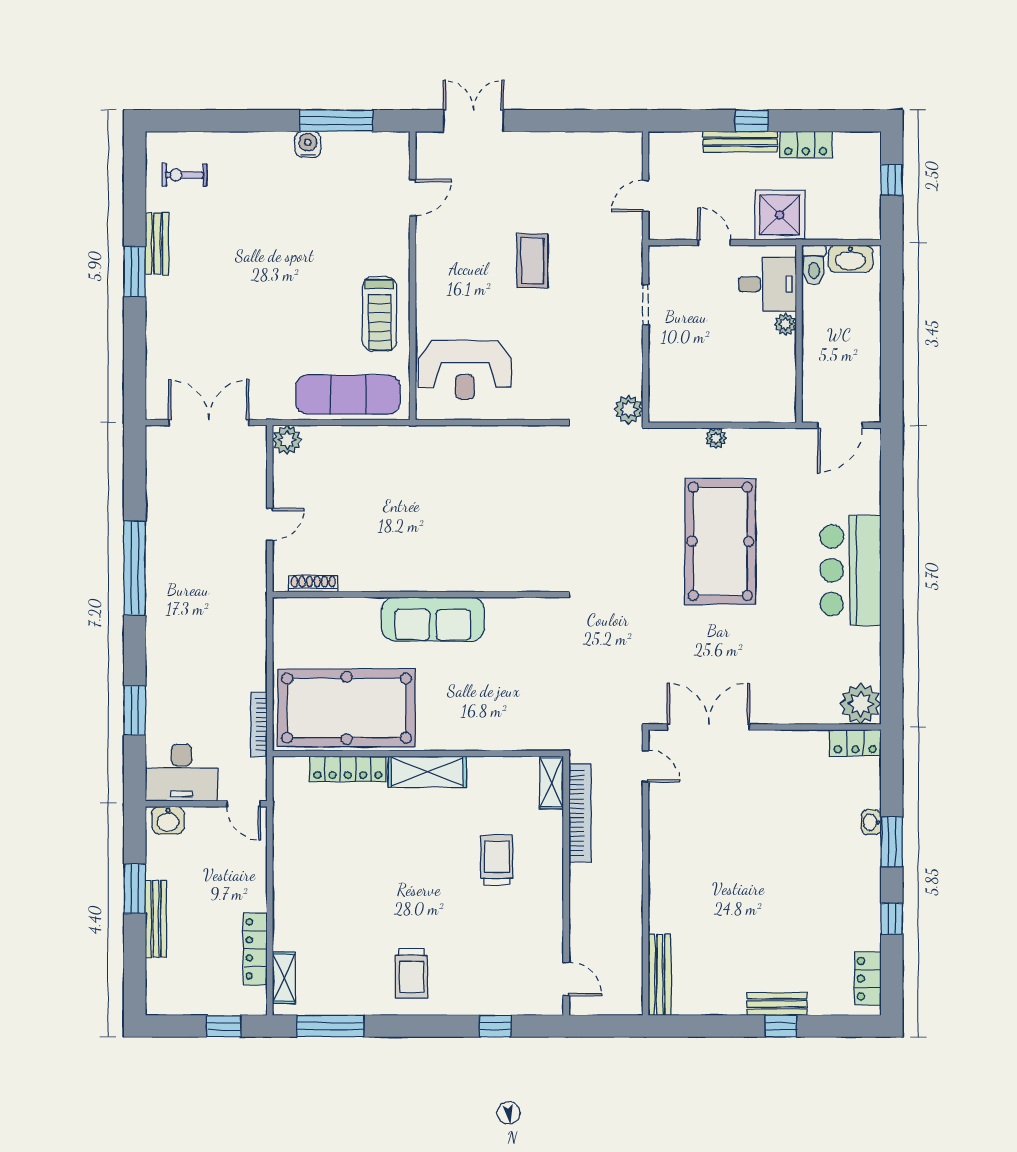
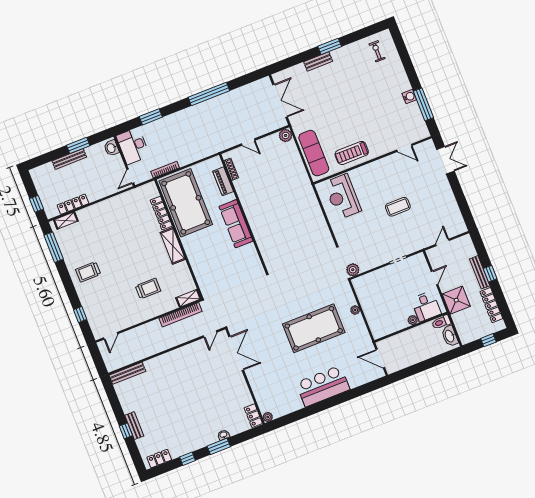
locker: (806, 145) -> (491, 305), width x1.53
door: (646, 196) -> (442, 242), hinge flipped
bench: (157, 244) -> (318, 61), moved
piano: (332, 611) -> (223, 181), added
plant: (861, 704) -> (268, 417), width x0.53, depth x0.53

